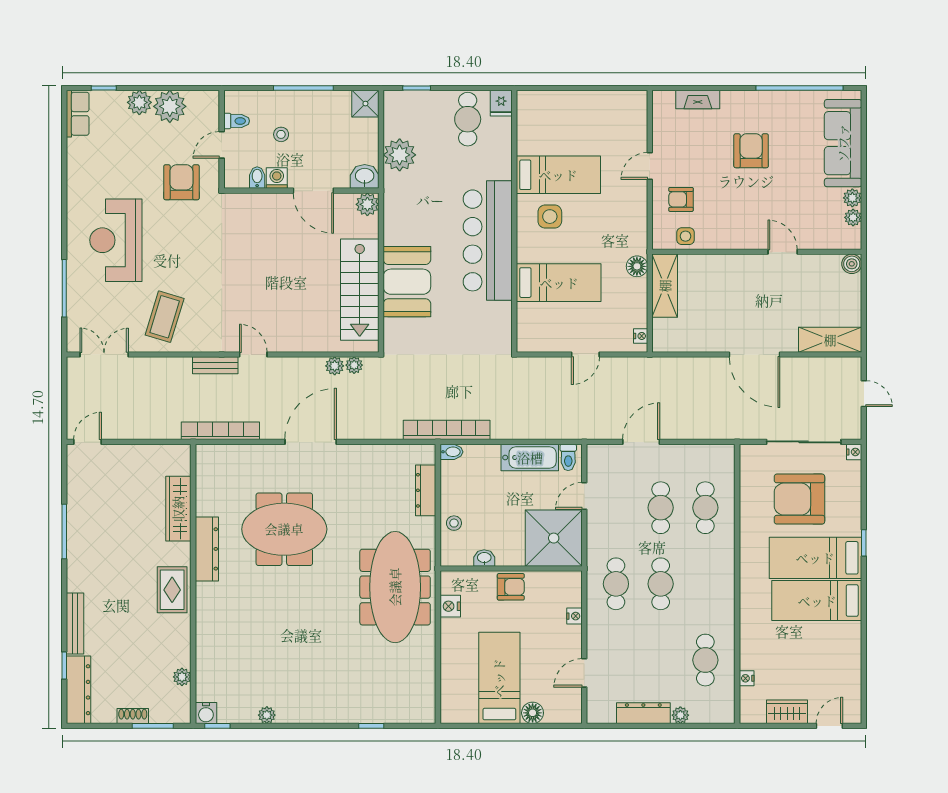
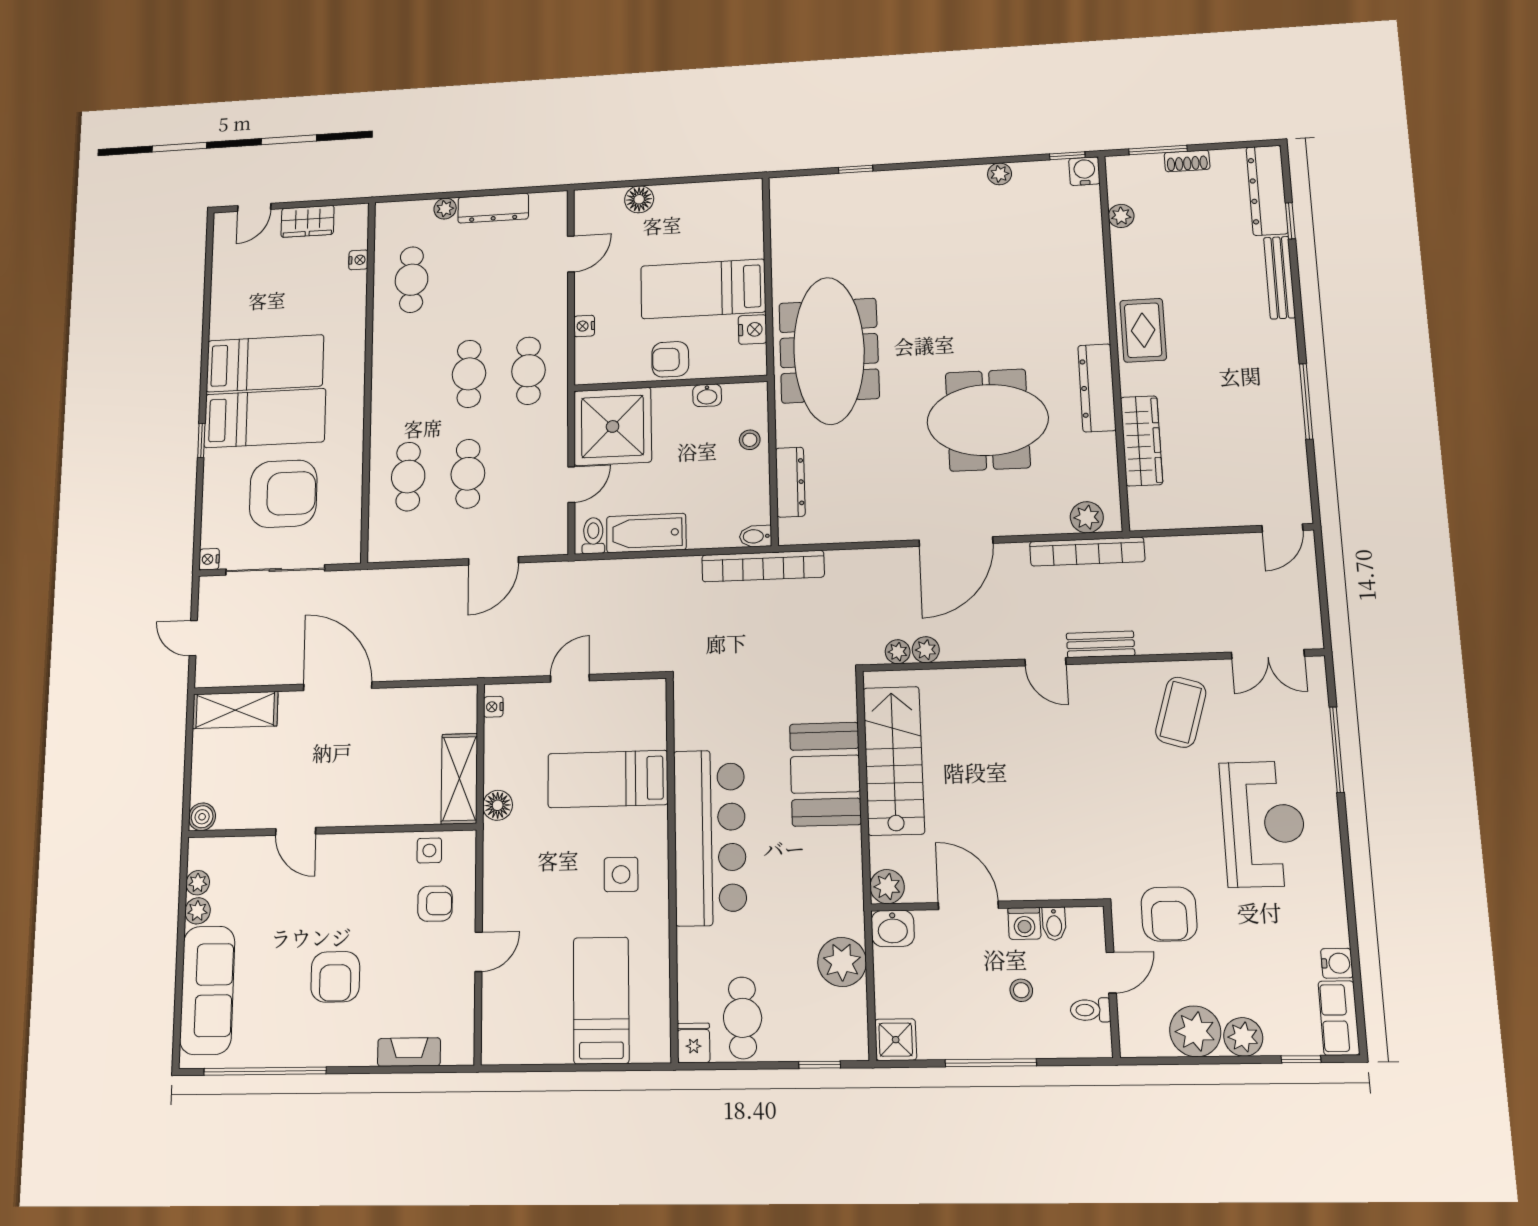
water cooler: (76, 149) -> (1337, 963), added
bed: (558, 175) -> (601, 1000), moved, turned 90
plant: (219, 455) -> (1087, 517), added
bed: (499, 678) -> (703, 289), moved, turned 90

